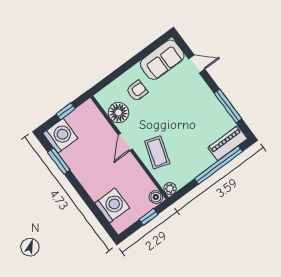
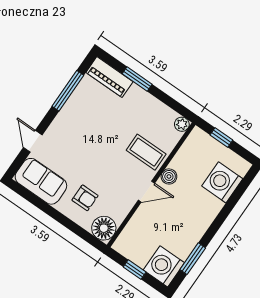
armchair: (137, 91) -> (85, 198), turned 180
floor lamp: (118, 113) -> (104, 228), moved
coffee table: (157, 152) -> (146, 152), turned 72
window: (218, 165) -> (137, 79), width x0.47
boiler: (156, 197) -> (169, 176), moved

